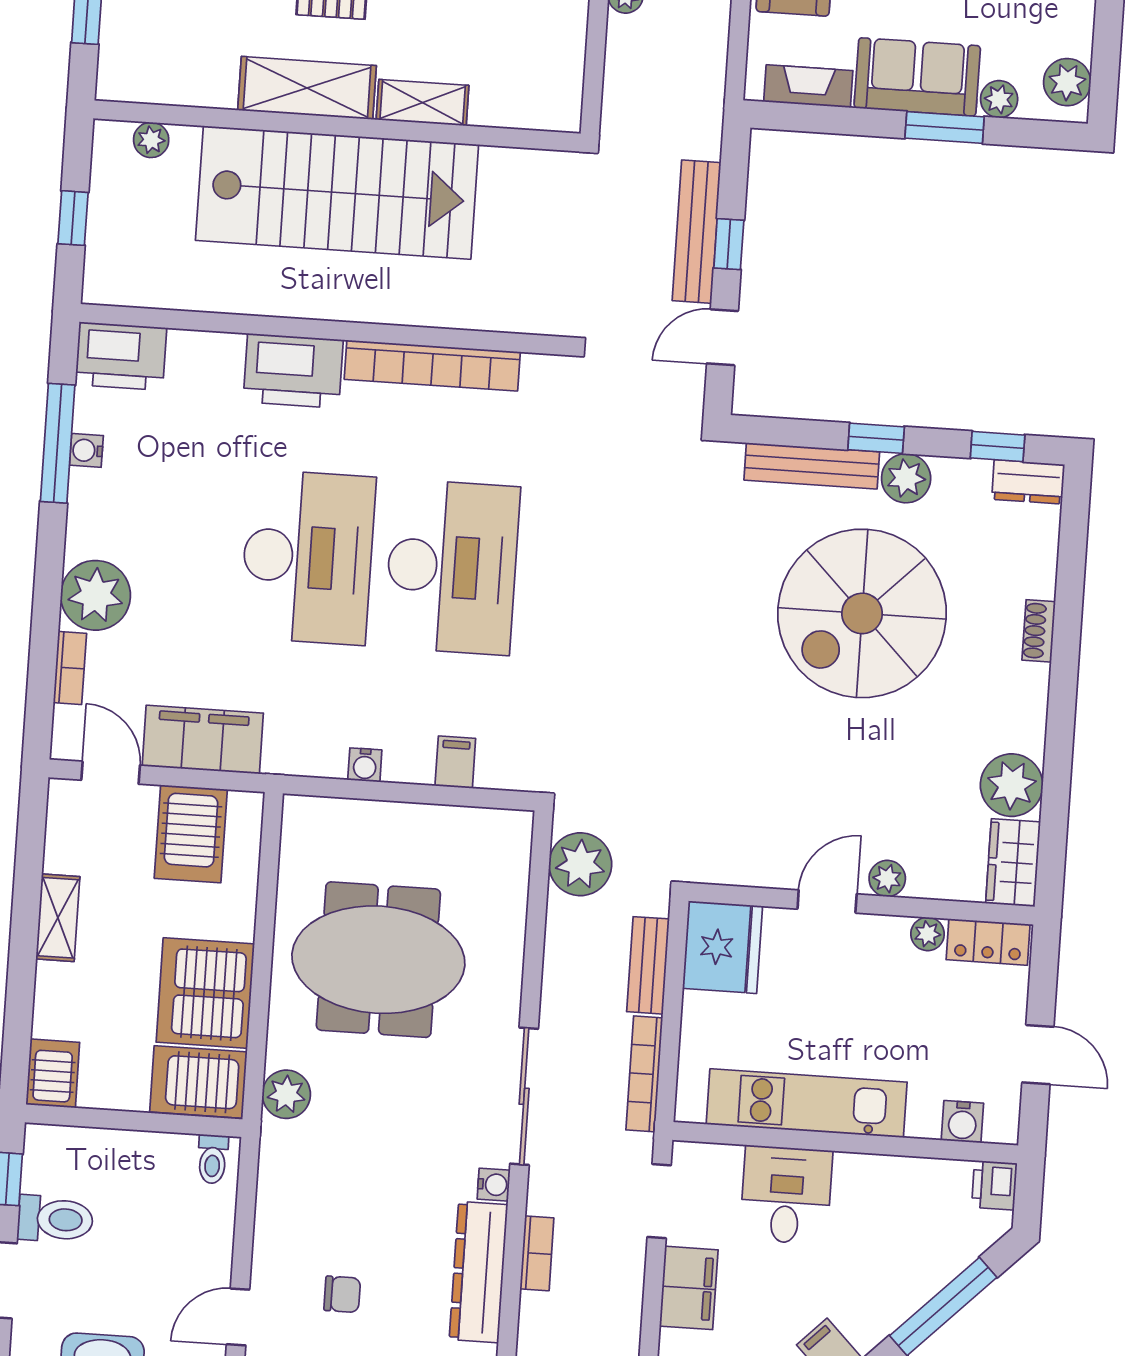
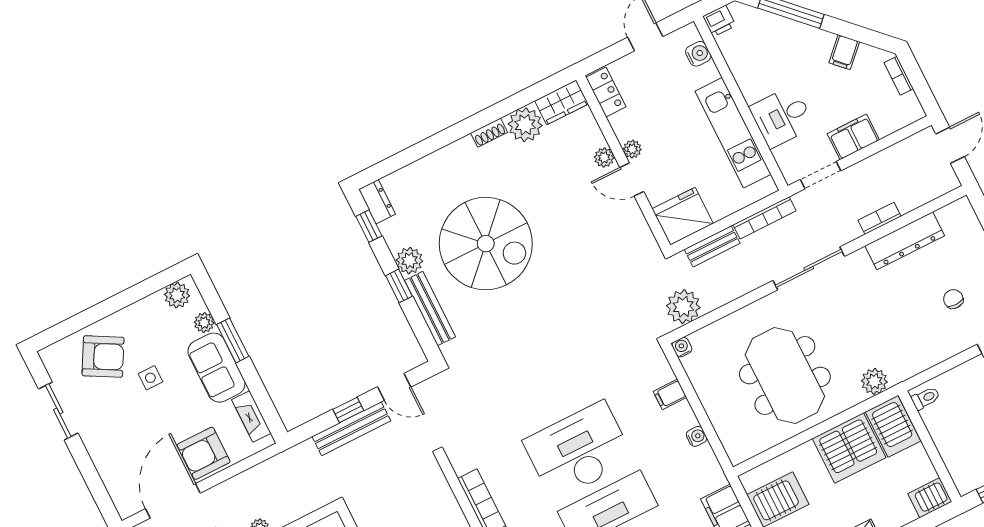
shoe rack: (1039, 631) -> (489, 133), moved
plant: (928, 934) -> (632, 149), moved
water cooler: (494, 1185) -> (682, 347), moved

